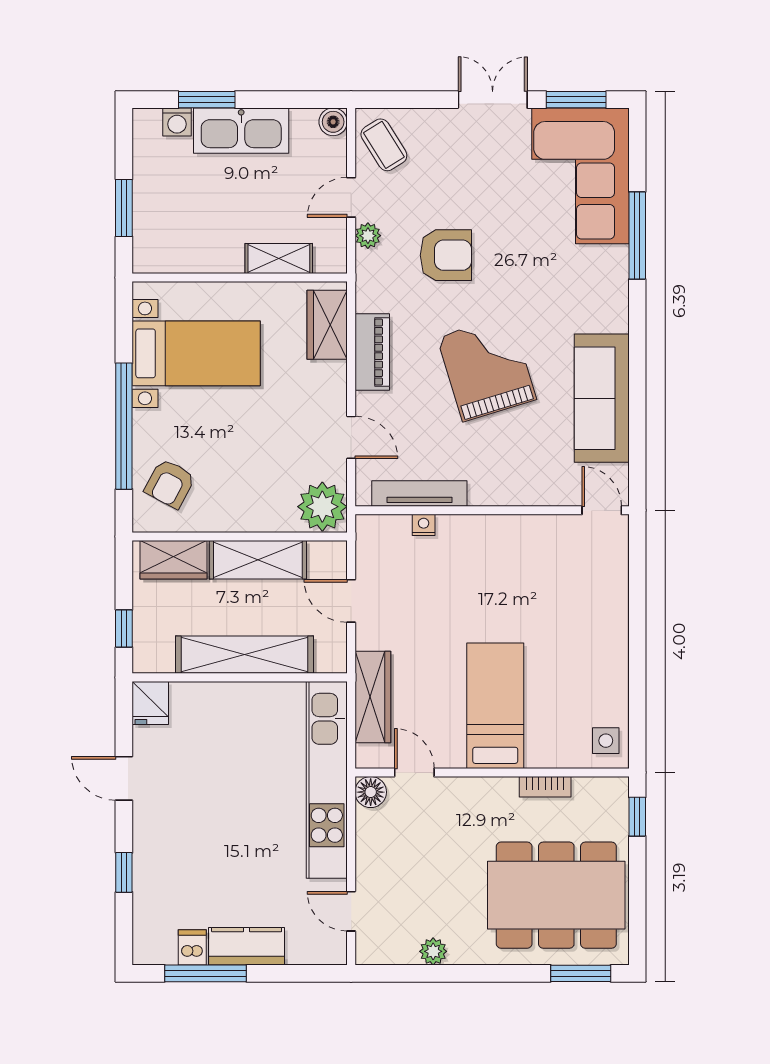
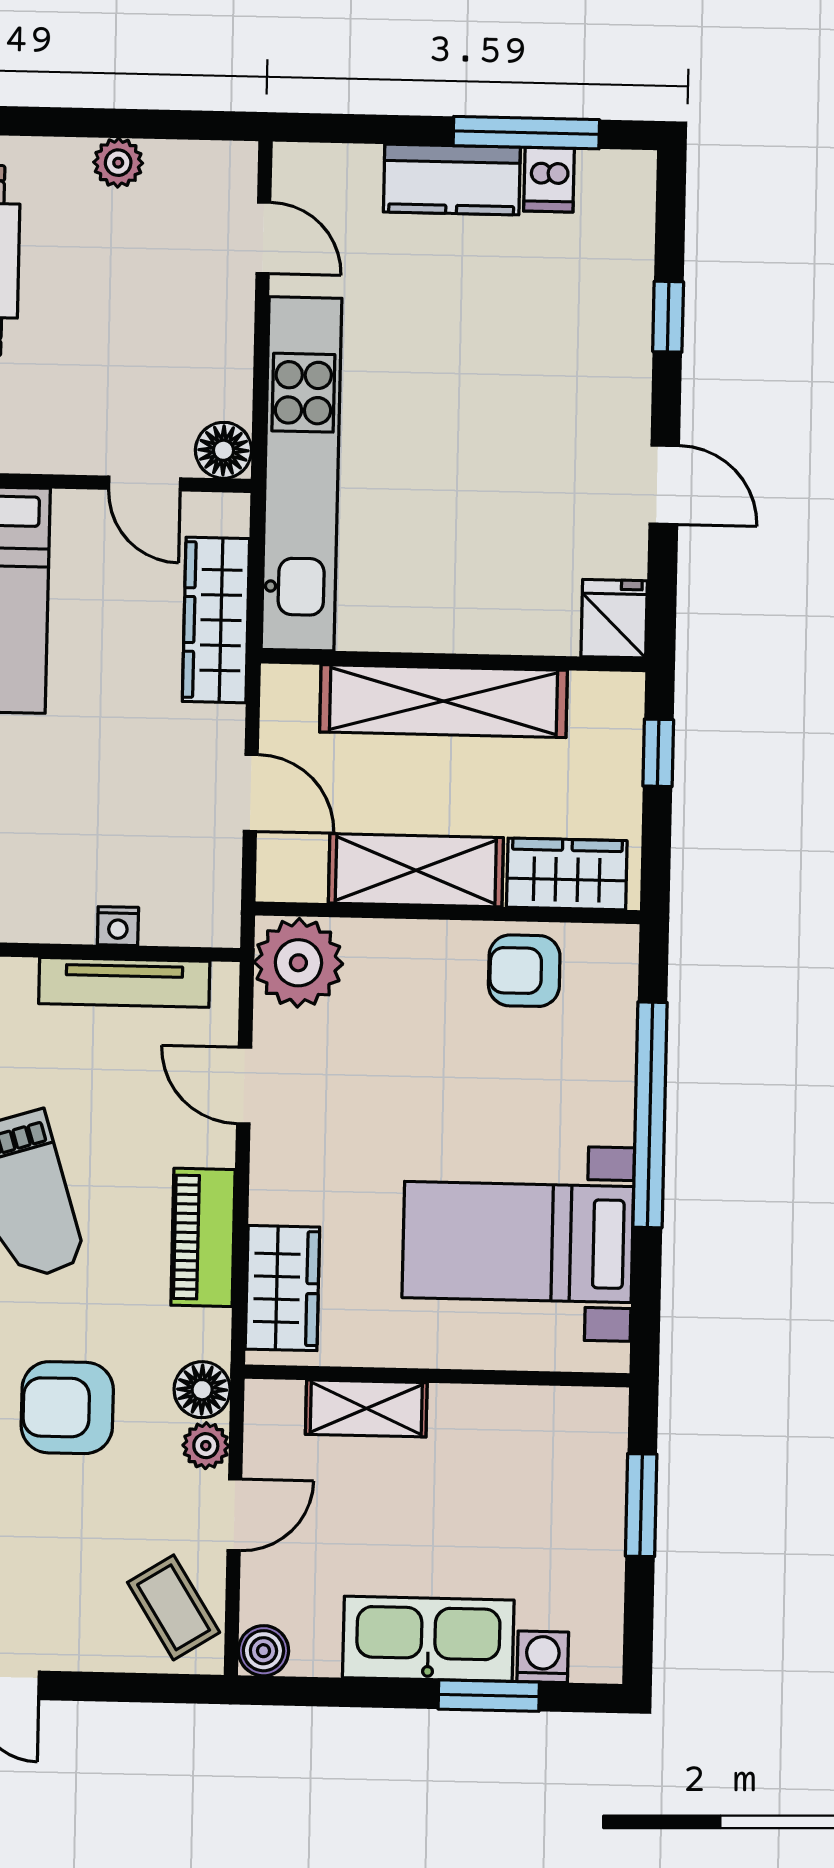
floor lamp: (371, 267) -> (202, 1390), added
armchair: (170, 484) -> (524, 971), moved, turned -118

